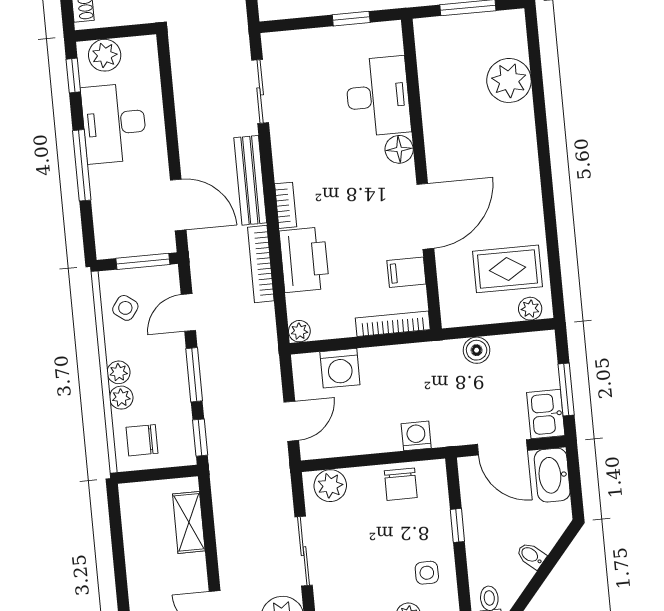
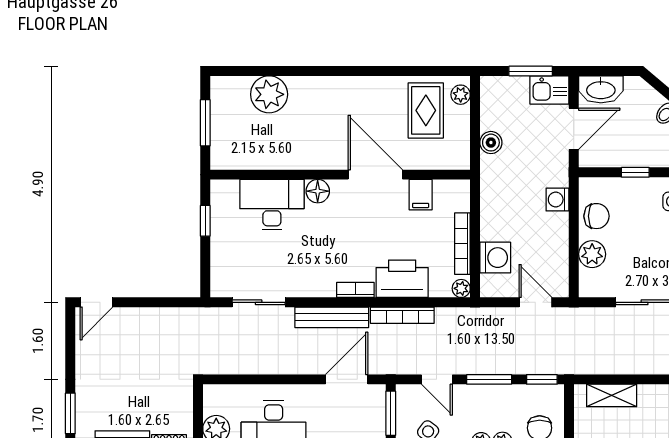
bookcase: (393, 324) -> (462, 244), moved
plant: (330, 486) -> (592, 254), moved

